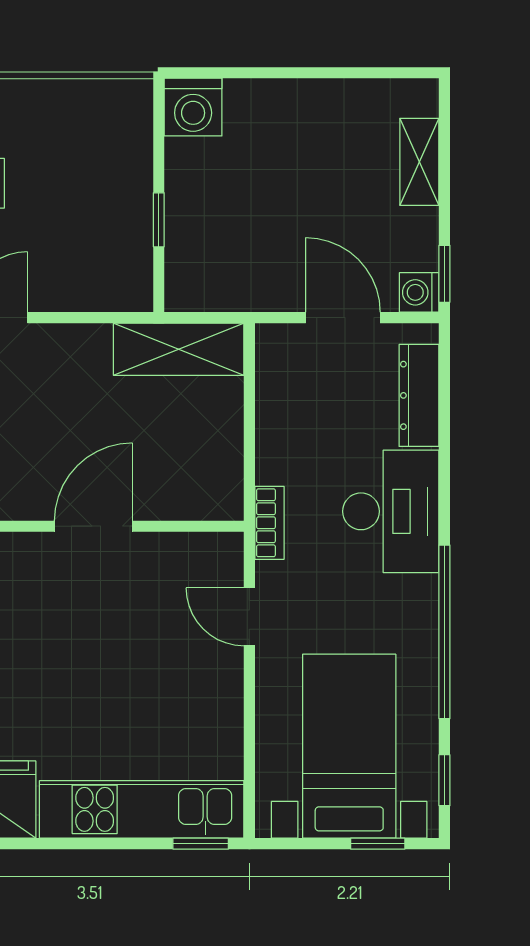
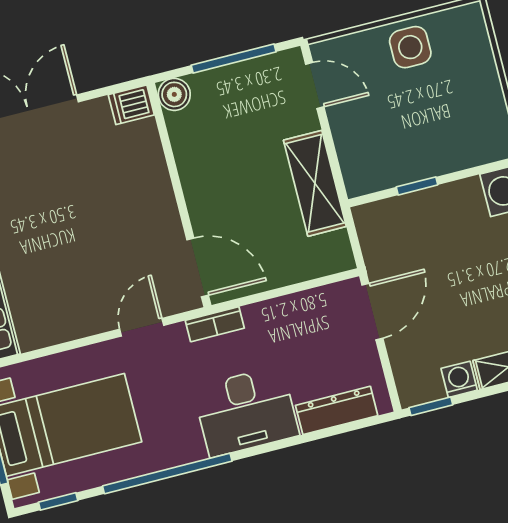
washing machine: (419, 292) -> (459, 379), moved
door: (343, 318) -> (372, 312), moved
shelving: (179, 349) -> (315, 183), moved
door: (93, 526) -> (198, 267), moved

